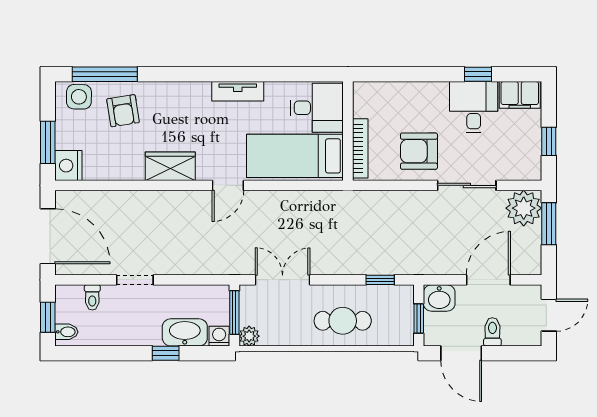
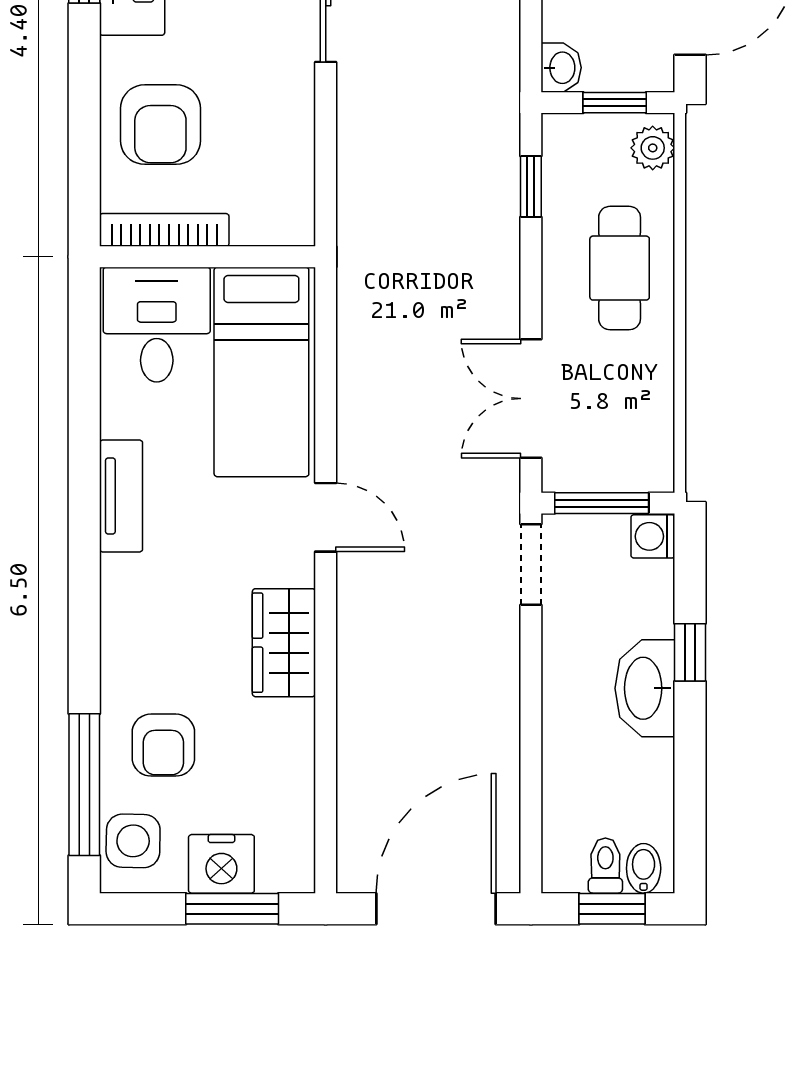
armchair: (123, 111) -> (163, 745), turned 99
bookcase: (360, 148) -> (164, 230), moved
armchair: (419, 151) -> (160, 125), moved
nightstand: (68, 166) -> (221, 864), moved
doorway: (135, 280) -> (531, 565), moved
toilet: (92, 297) -> (605, 866), moved, turned -90
washbasin: (439, 298) -> (561, 68), width x0.72, depth x0.69
washbasin: (185, 332) -> (645, 688), moved
plant: (249, 336) -> (653, 148), moved

